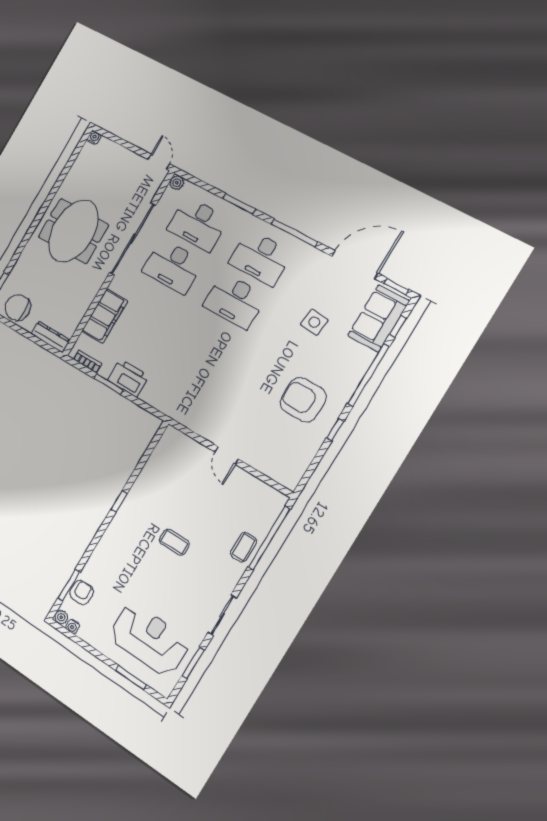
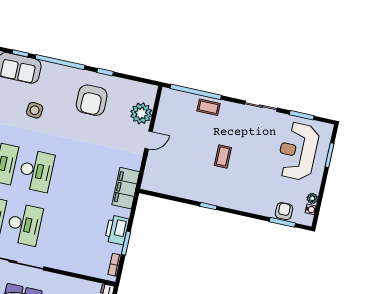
filing cabinet: (105, 316) -> (126, 188), moved, turned -90
plant: (264, 458) -> (141, 113), added
armchair: (82, 593) -> (284, 211), turned 90
plant: (61, 617) -> (312, 198), moved

